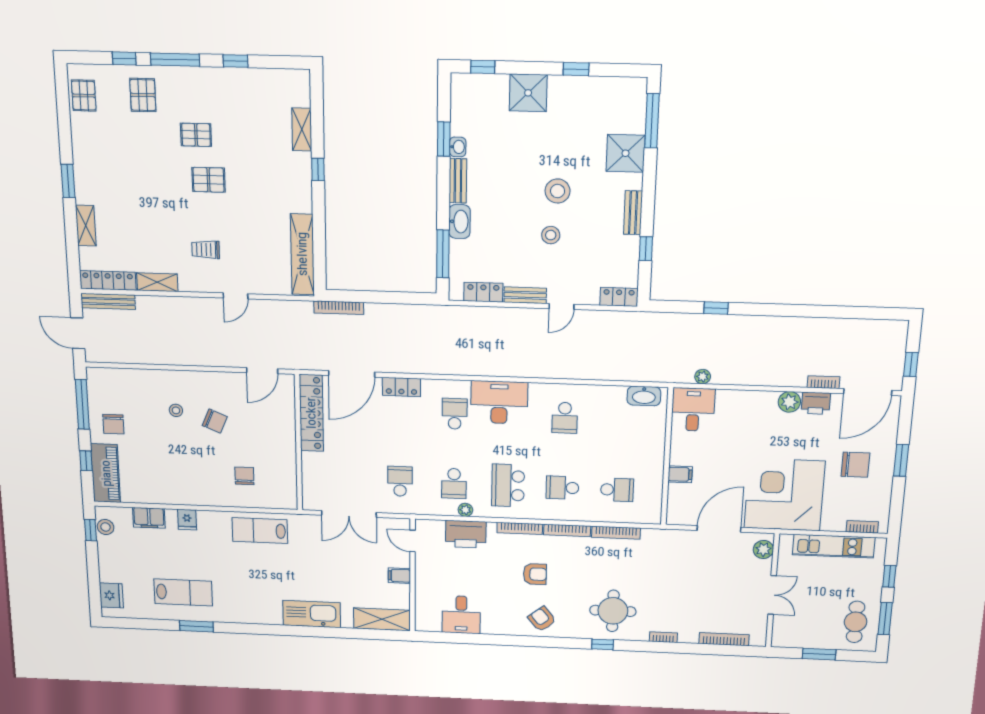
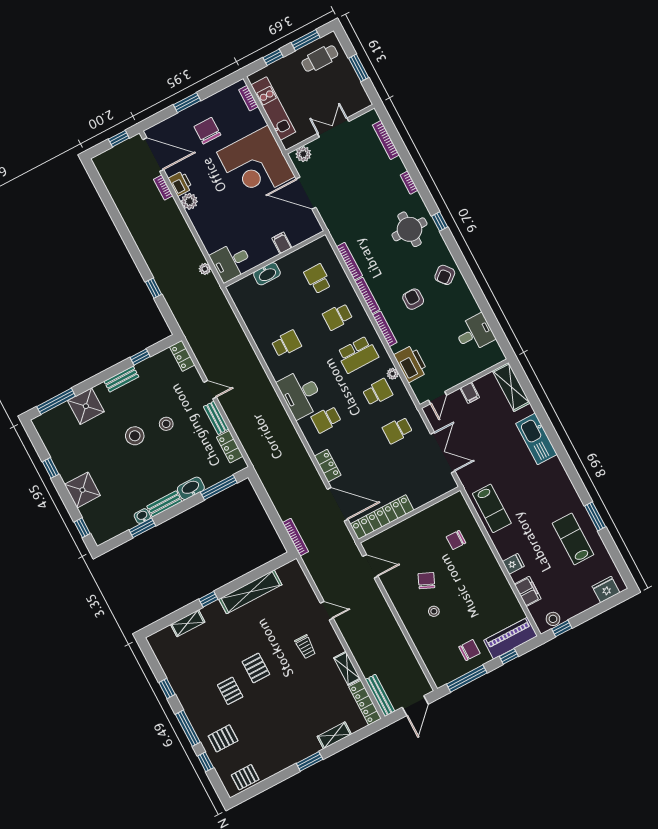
shelving: (302, 254) -> (250, 592), moved
washbasin: (644, 396) -> (267, 274), moved, turned 90
school desk: (562, 488) -> (338, 317), turned 90

